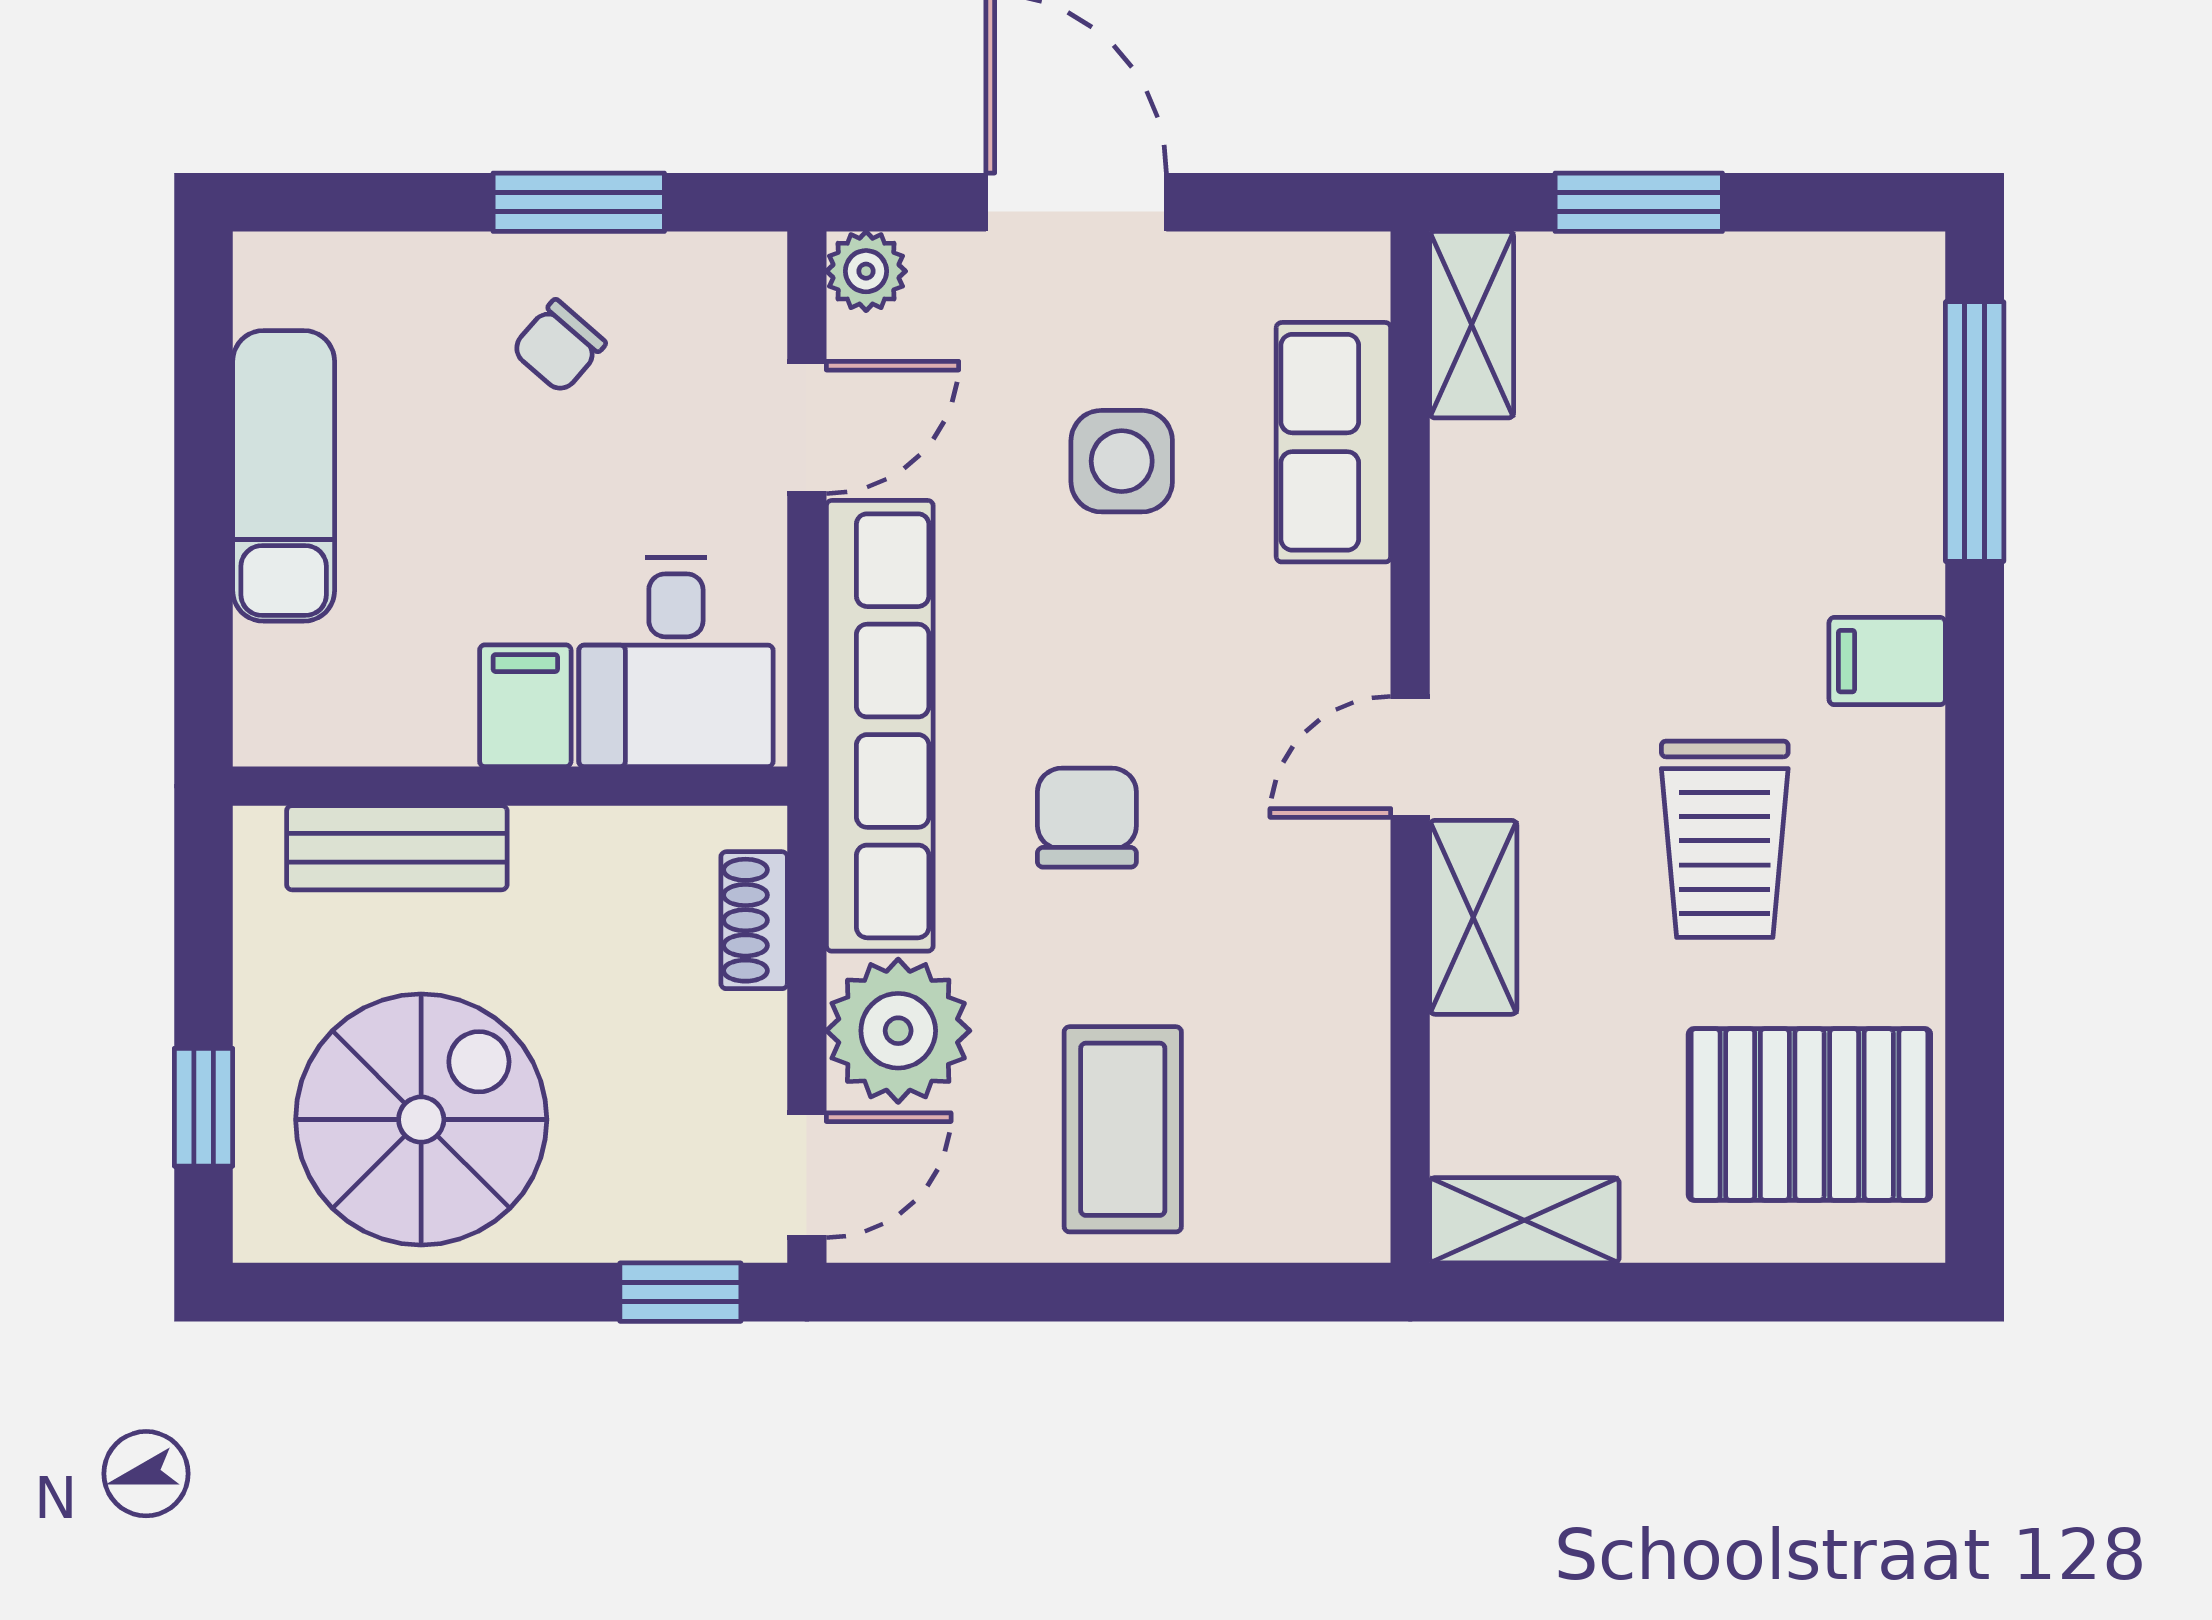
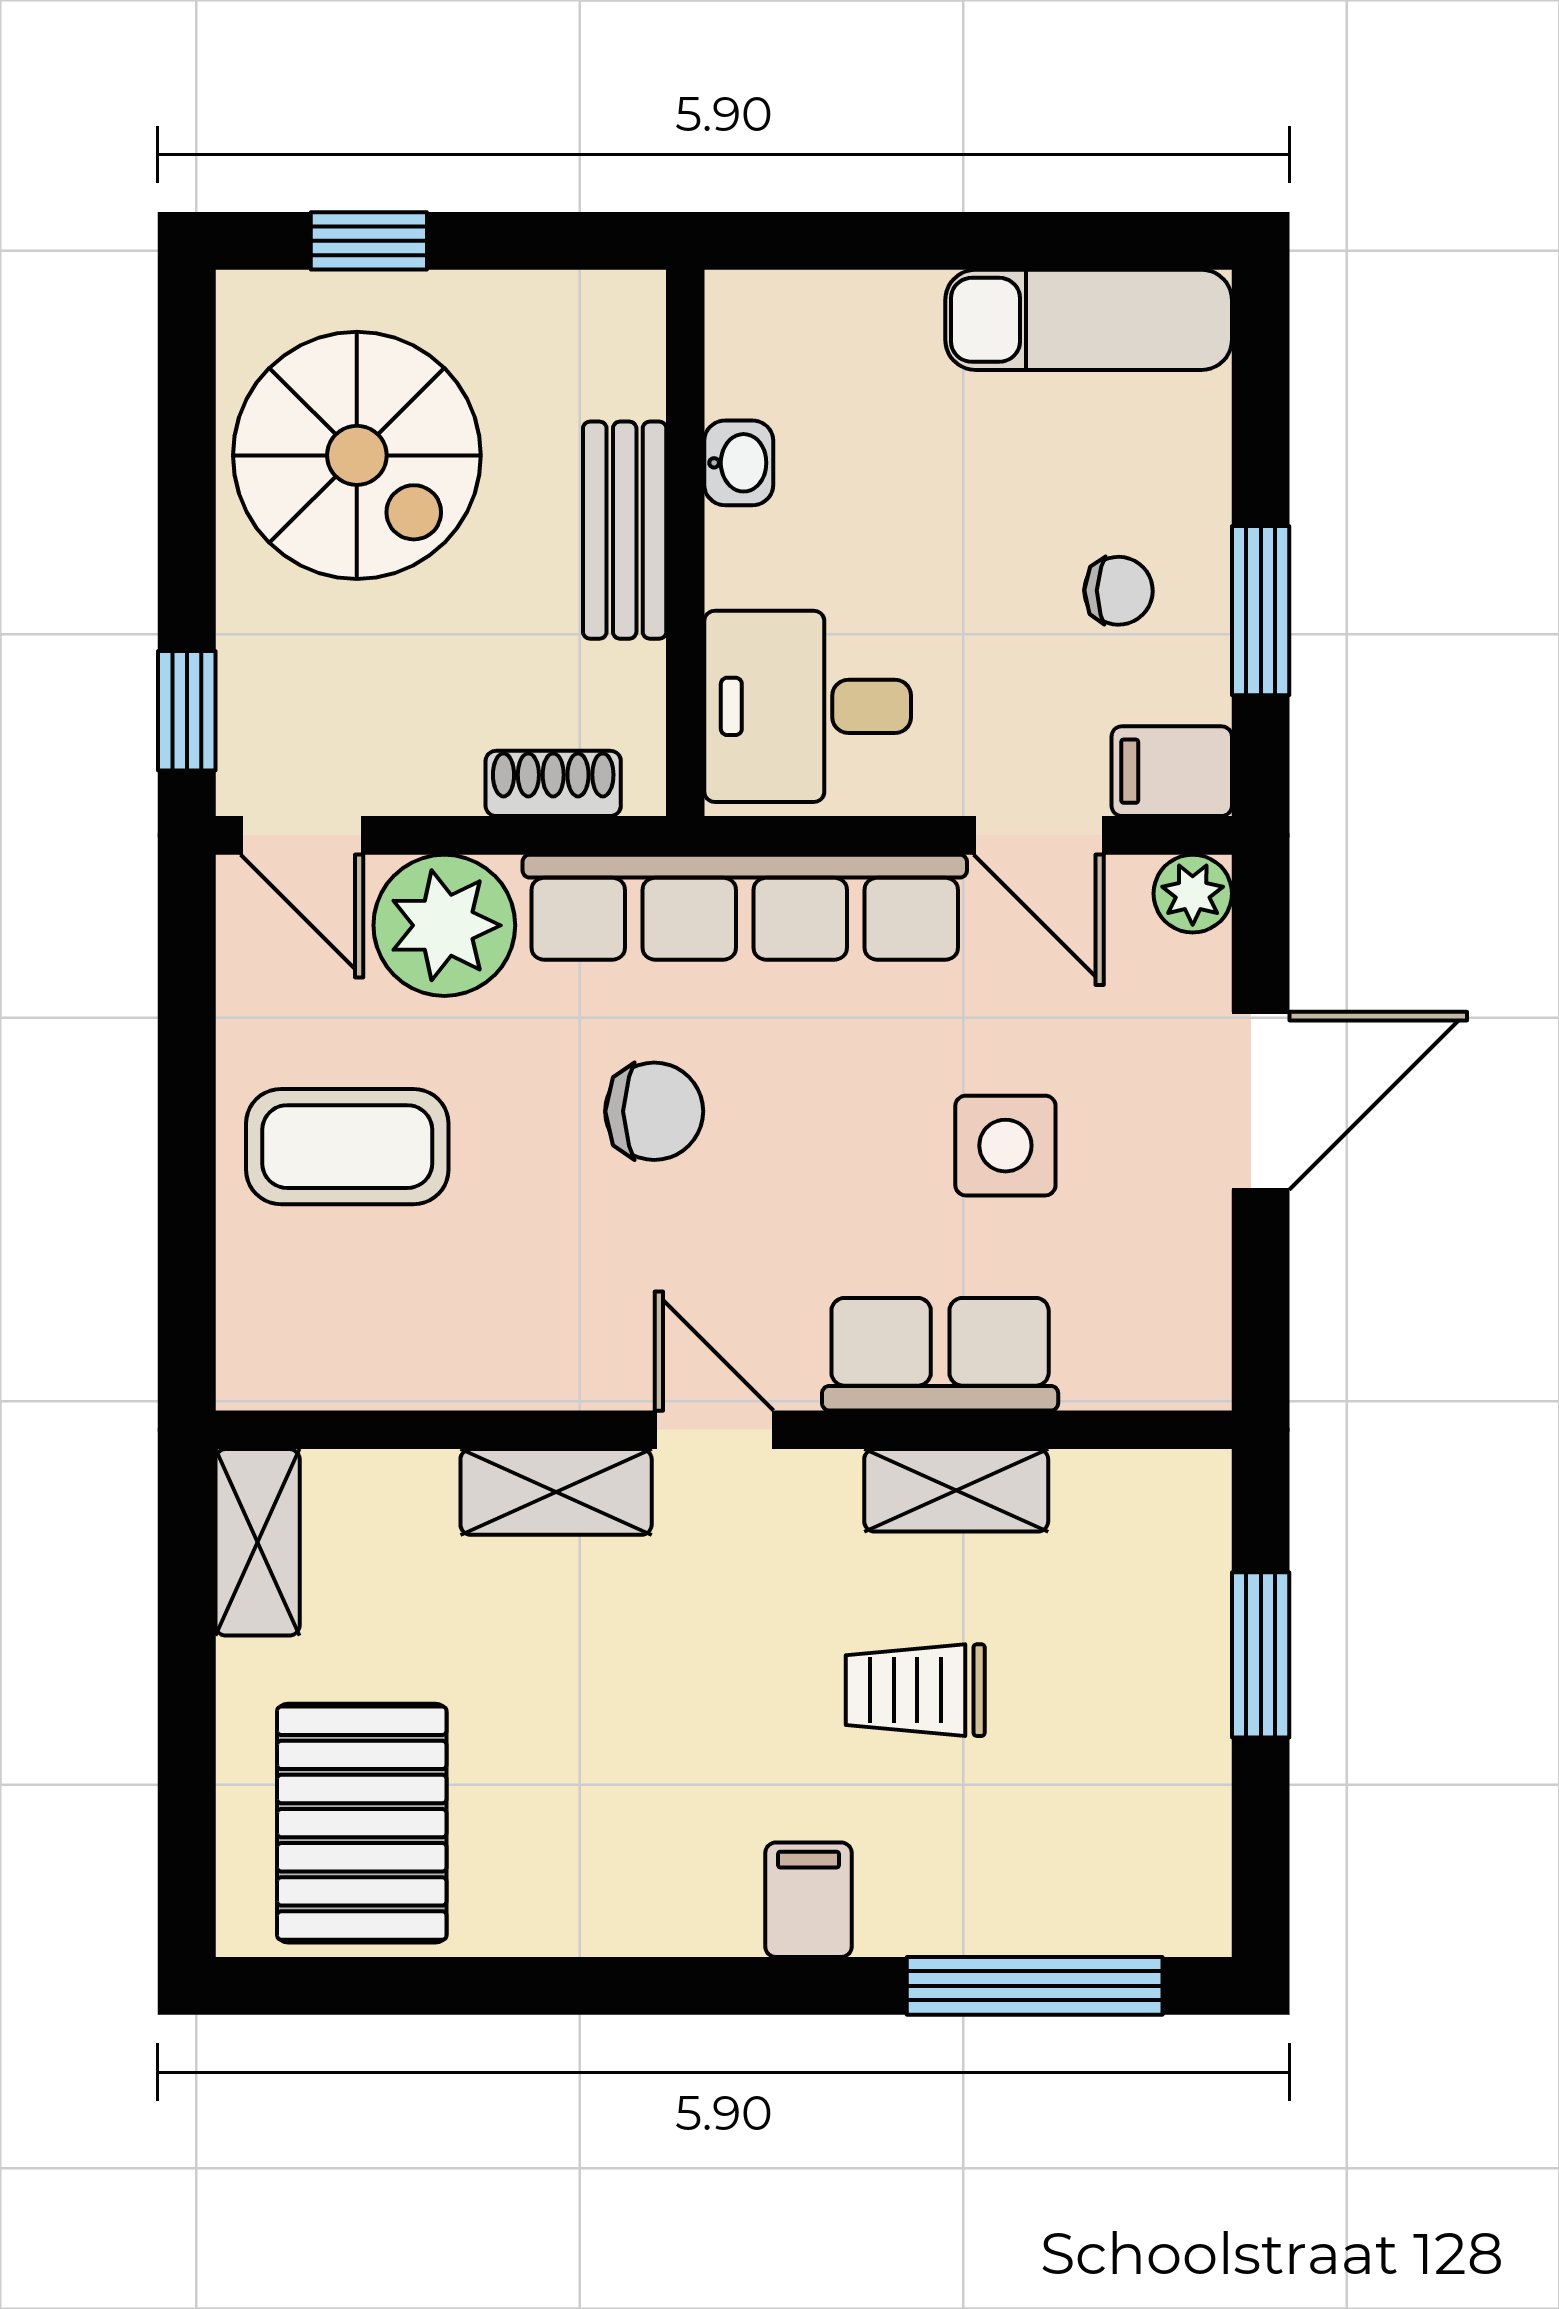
shelving: (1472, 325) -> (956, 1490), moved
chair: (559, 346) -> (1119, 591), turned 140
row of seats: (1333, 442) -> (940, 1354), moved
exam couch: (284, 476) -> (1089, 320), moved
filing cabinet: (525, 706) -> (1172, 771), moved, turned 180
washbasin: (429, 732) -> (739, 463), added
trolley: (1725, 839) -> (915, 1690), moved, width x0.73, depth x0.72
bench: (397, 848) -> (625, 530), moved

